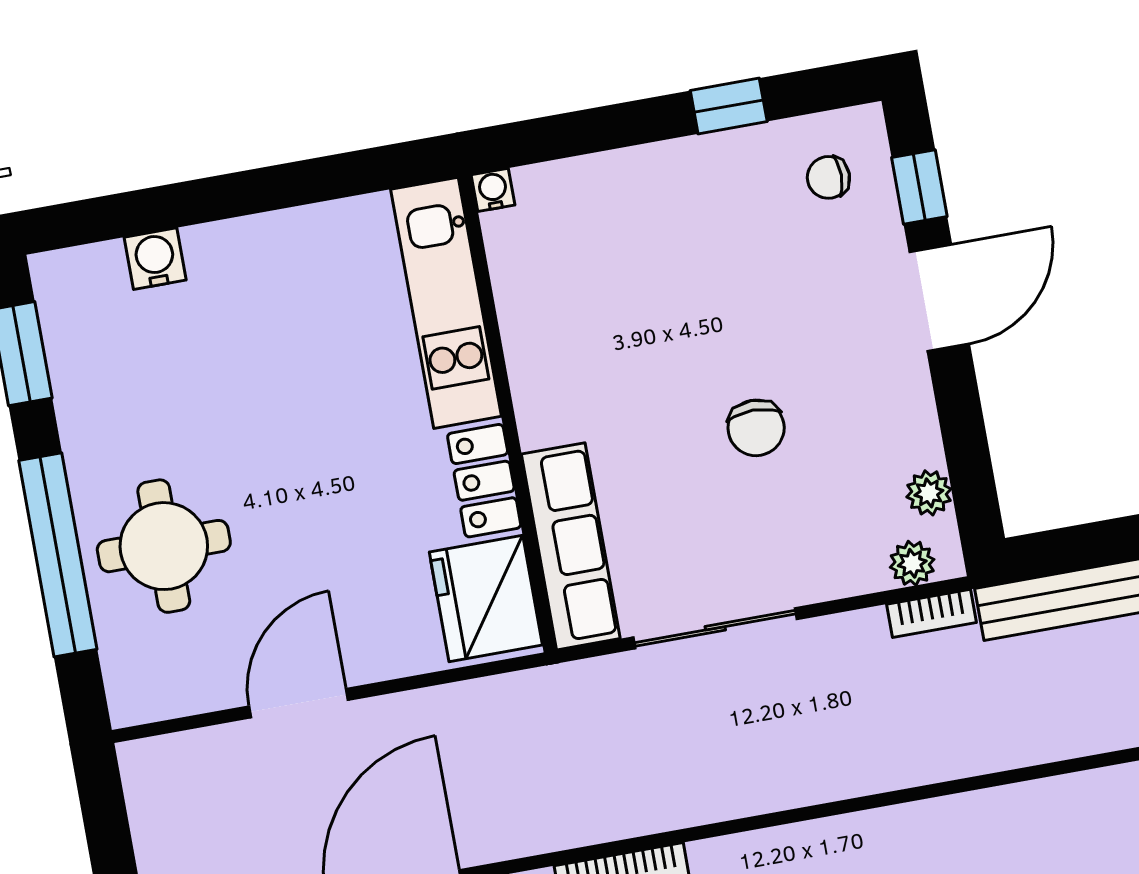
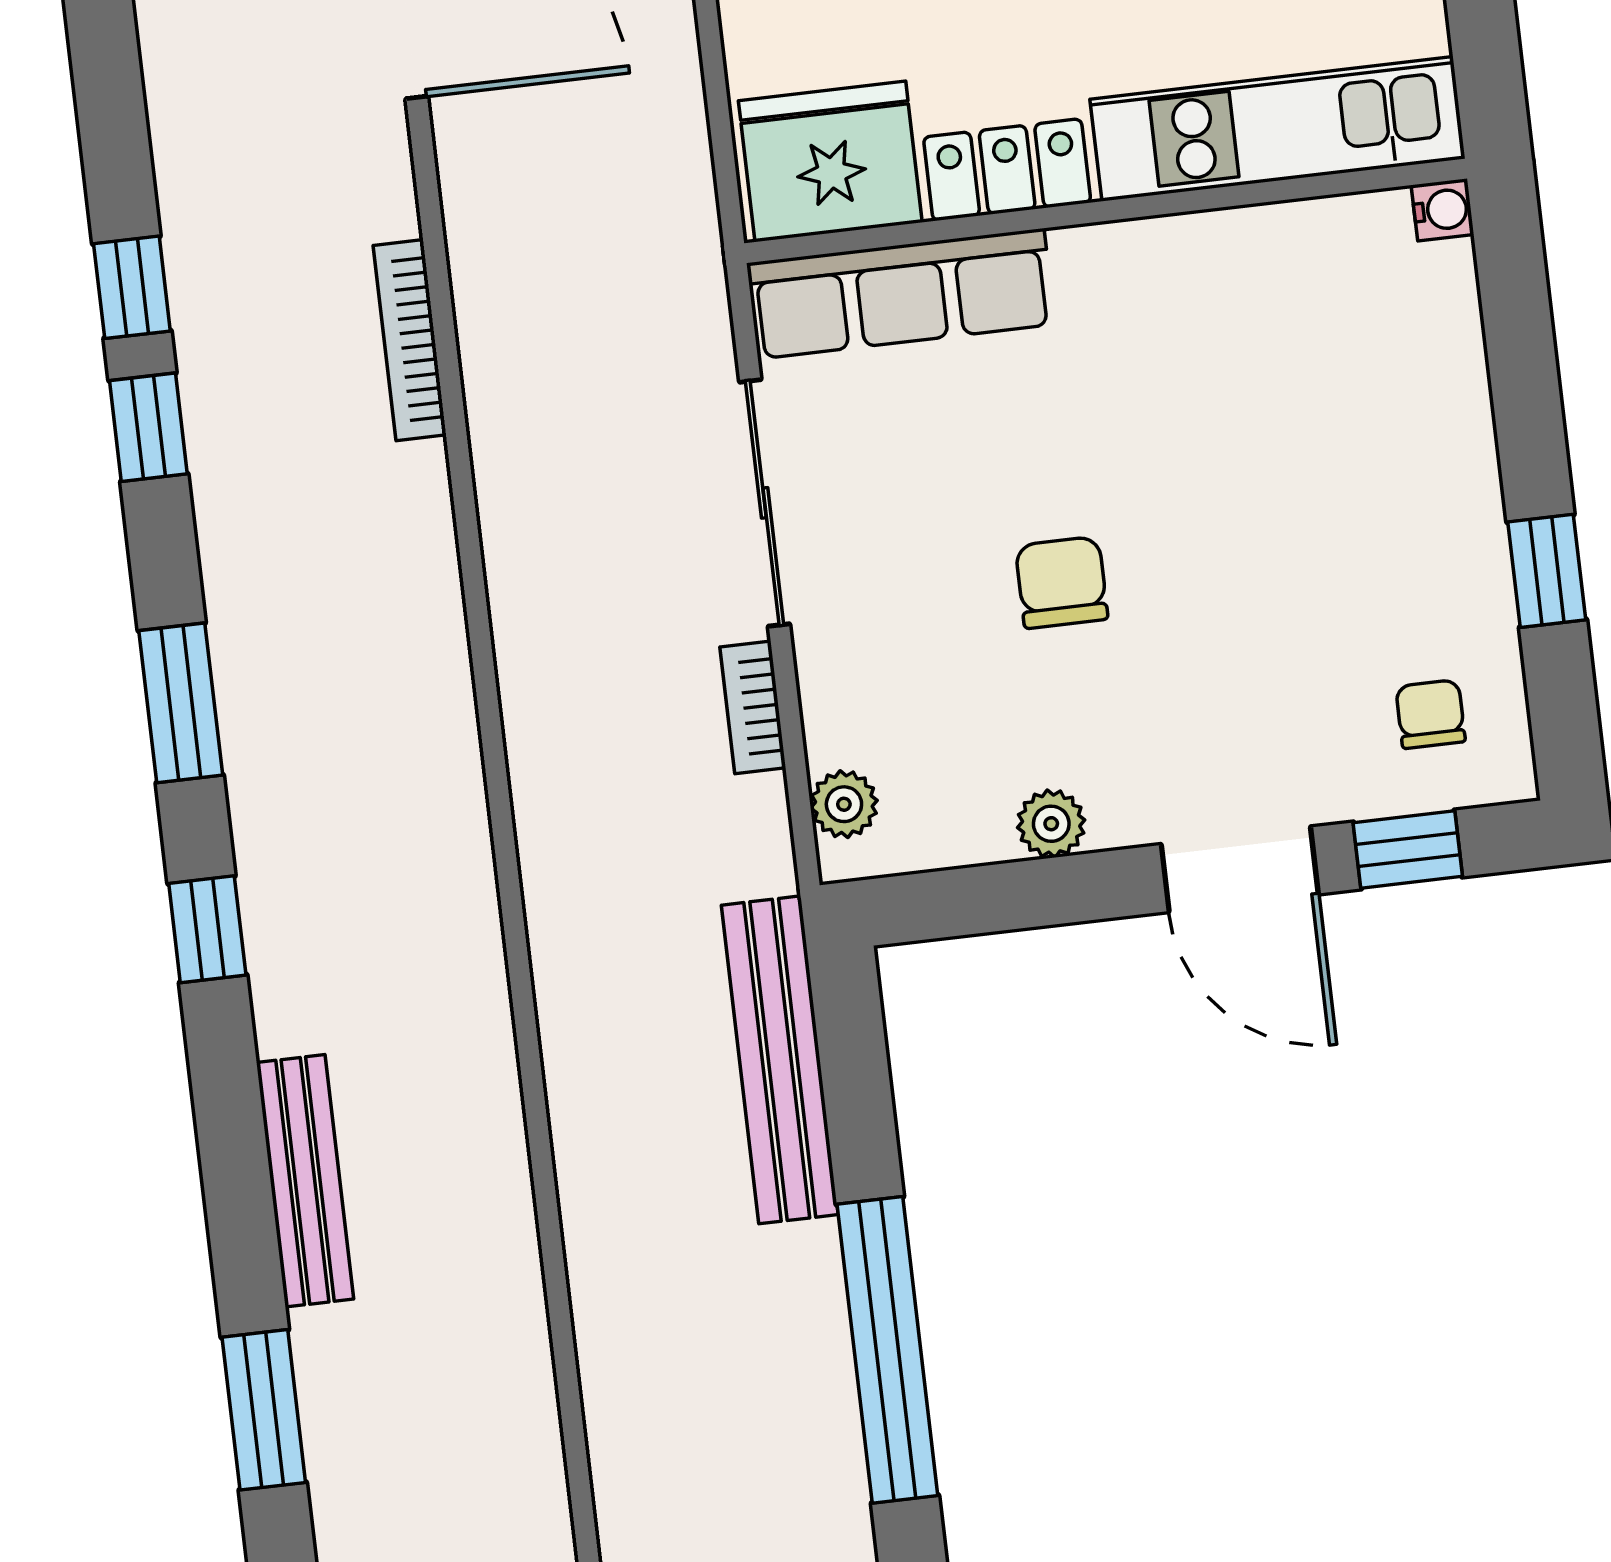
chair: (756, 428) -> (1062, 582), turned 90
plant: (929, 493) -> (1051, 824), moved
bookcase: (931, 613) -> (753, 707), moved

